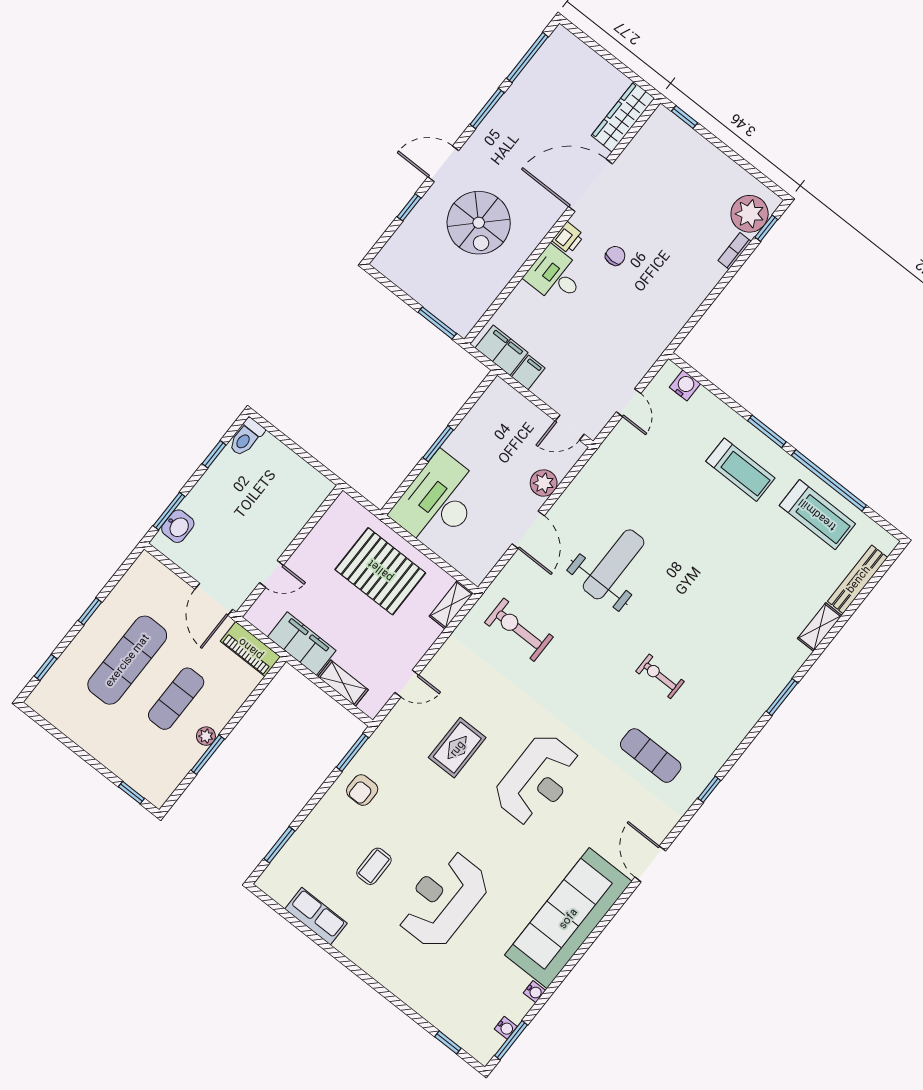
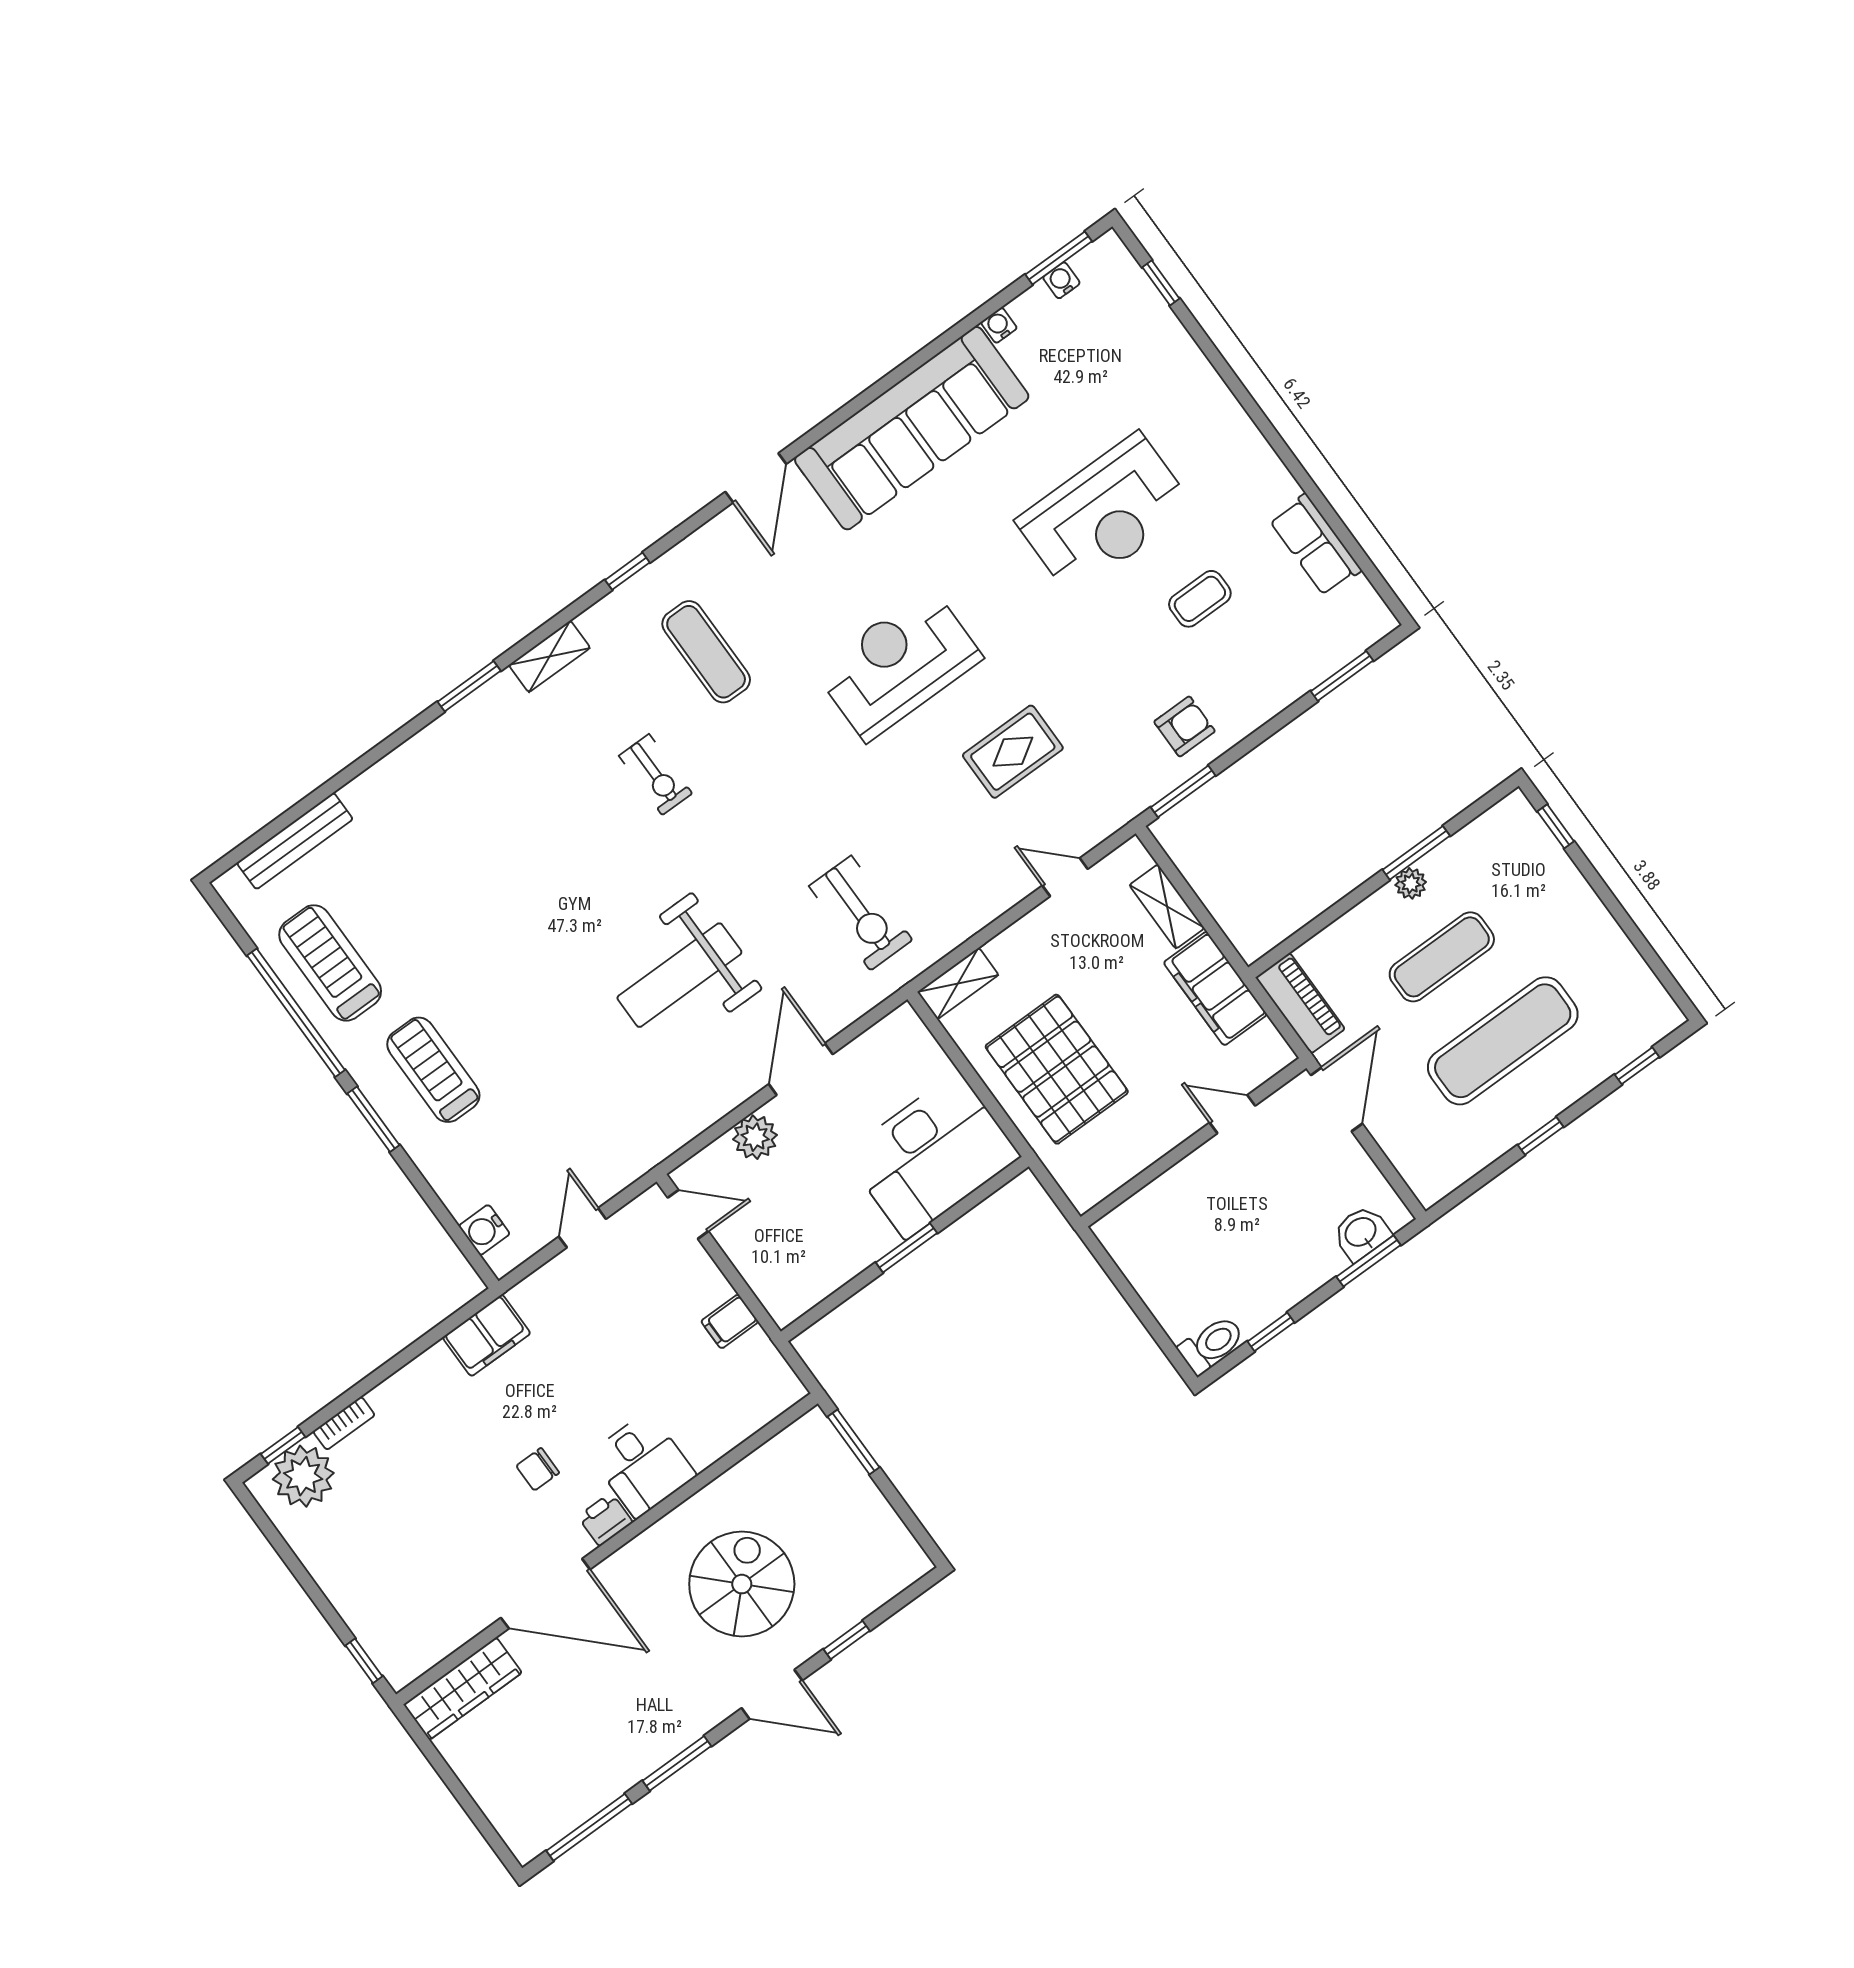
filing cabinet: (502, 350) -> (487, 1335), moved, turned -90
shelving: (820, 627) -> (549, 656), moved

